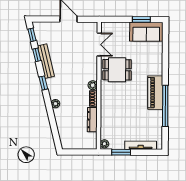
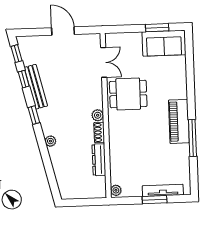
window: (165, 106) -> (192, 138), width x0.68
window: (121, 152) -> (155, 200), moved

